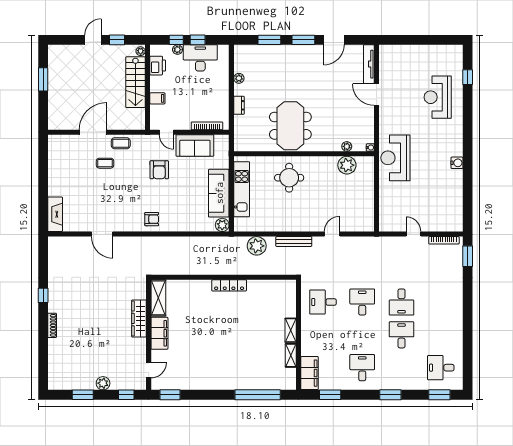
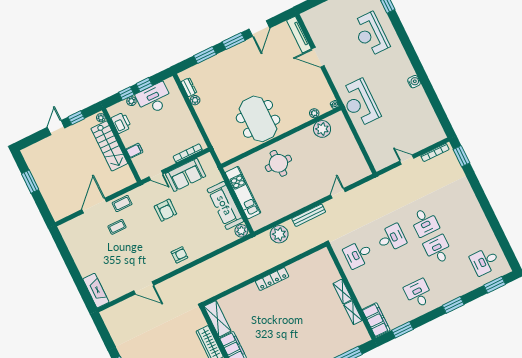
dresser: (239, 105) -> (189, 87), moved
desk: (362, 302) -> (391, 238), turned 90

